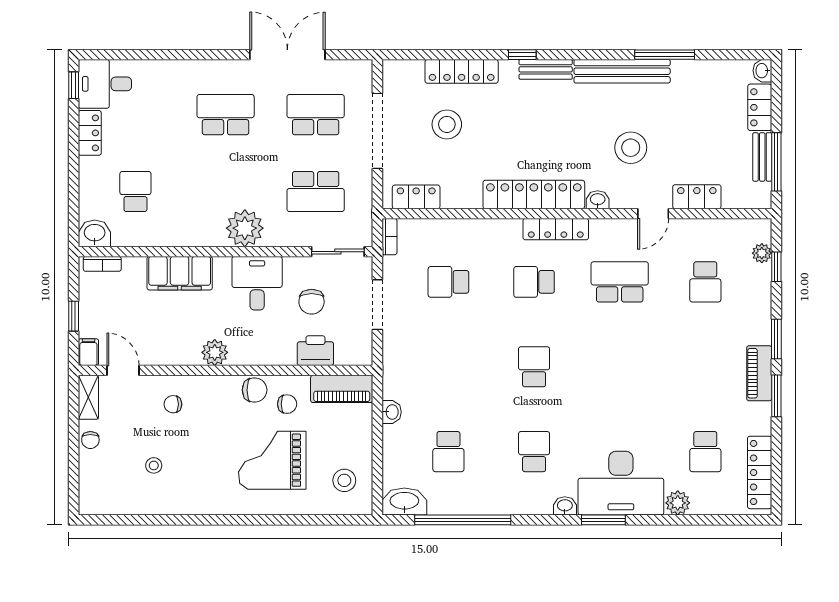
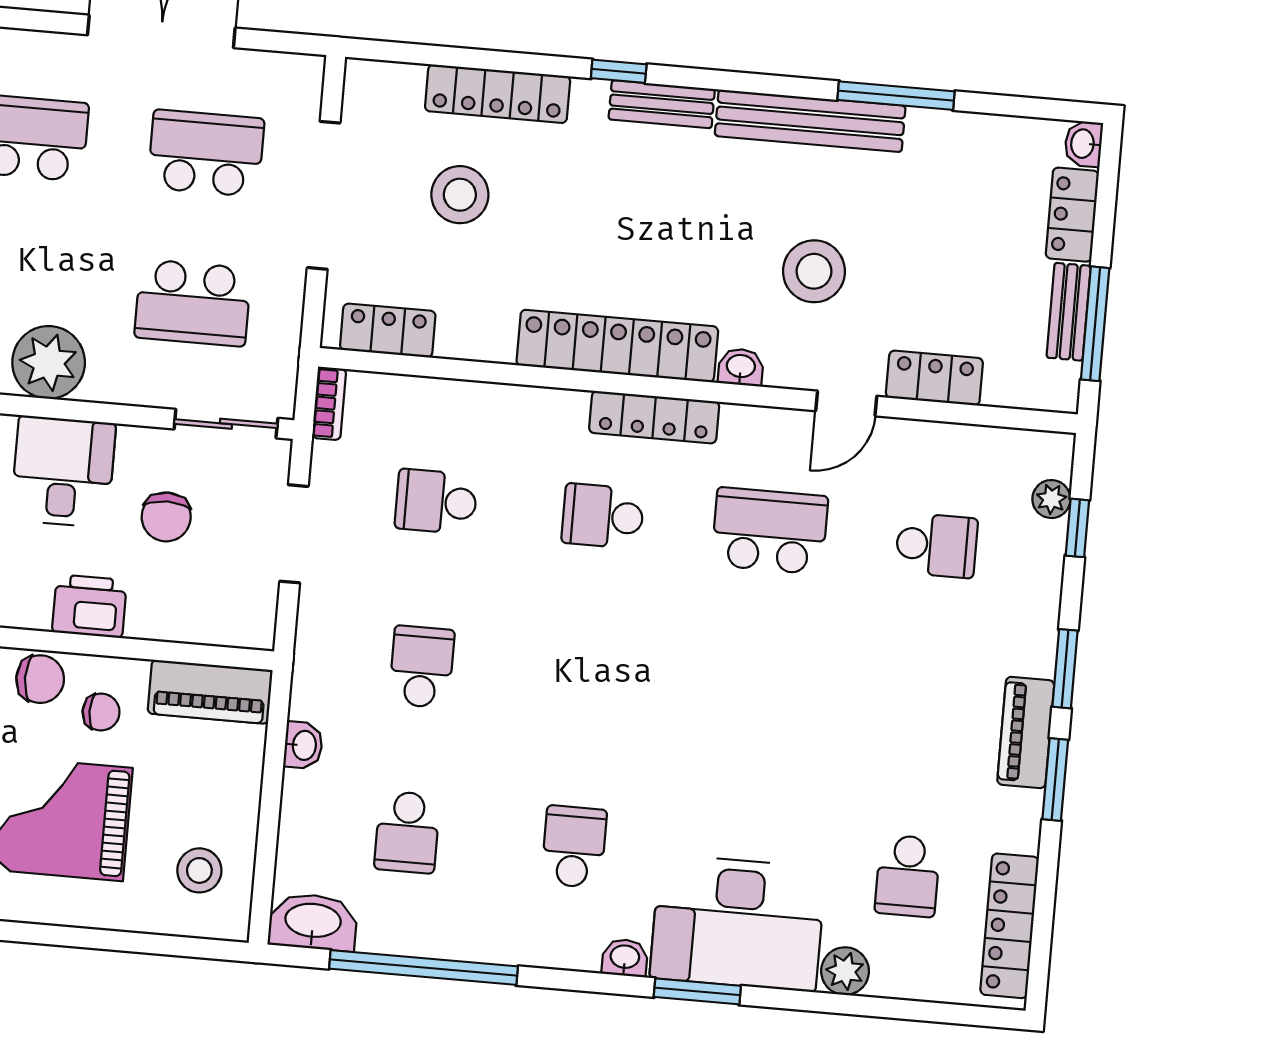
school desk: (705, 282) -> (936, 545), turned -90
printer: (315, 351) -> (89, 606), moved
school desk: (534, 367) -> (422, 667), moved

